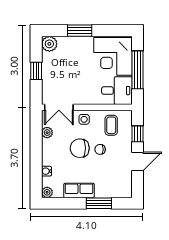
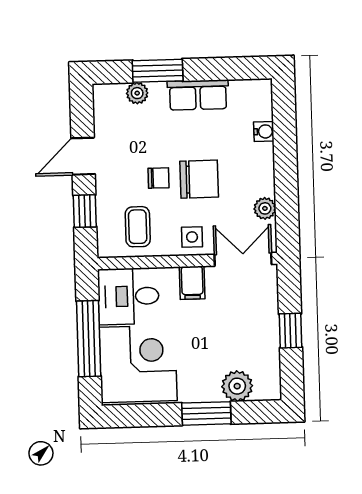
plant: (49, 44) -> (237, 386), moved
filing cabinet: (85, 96) -> (192, 283), added
plant: (47, 192) -> (137, 93), moved

